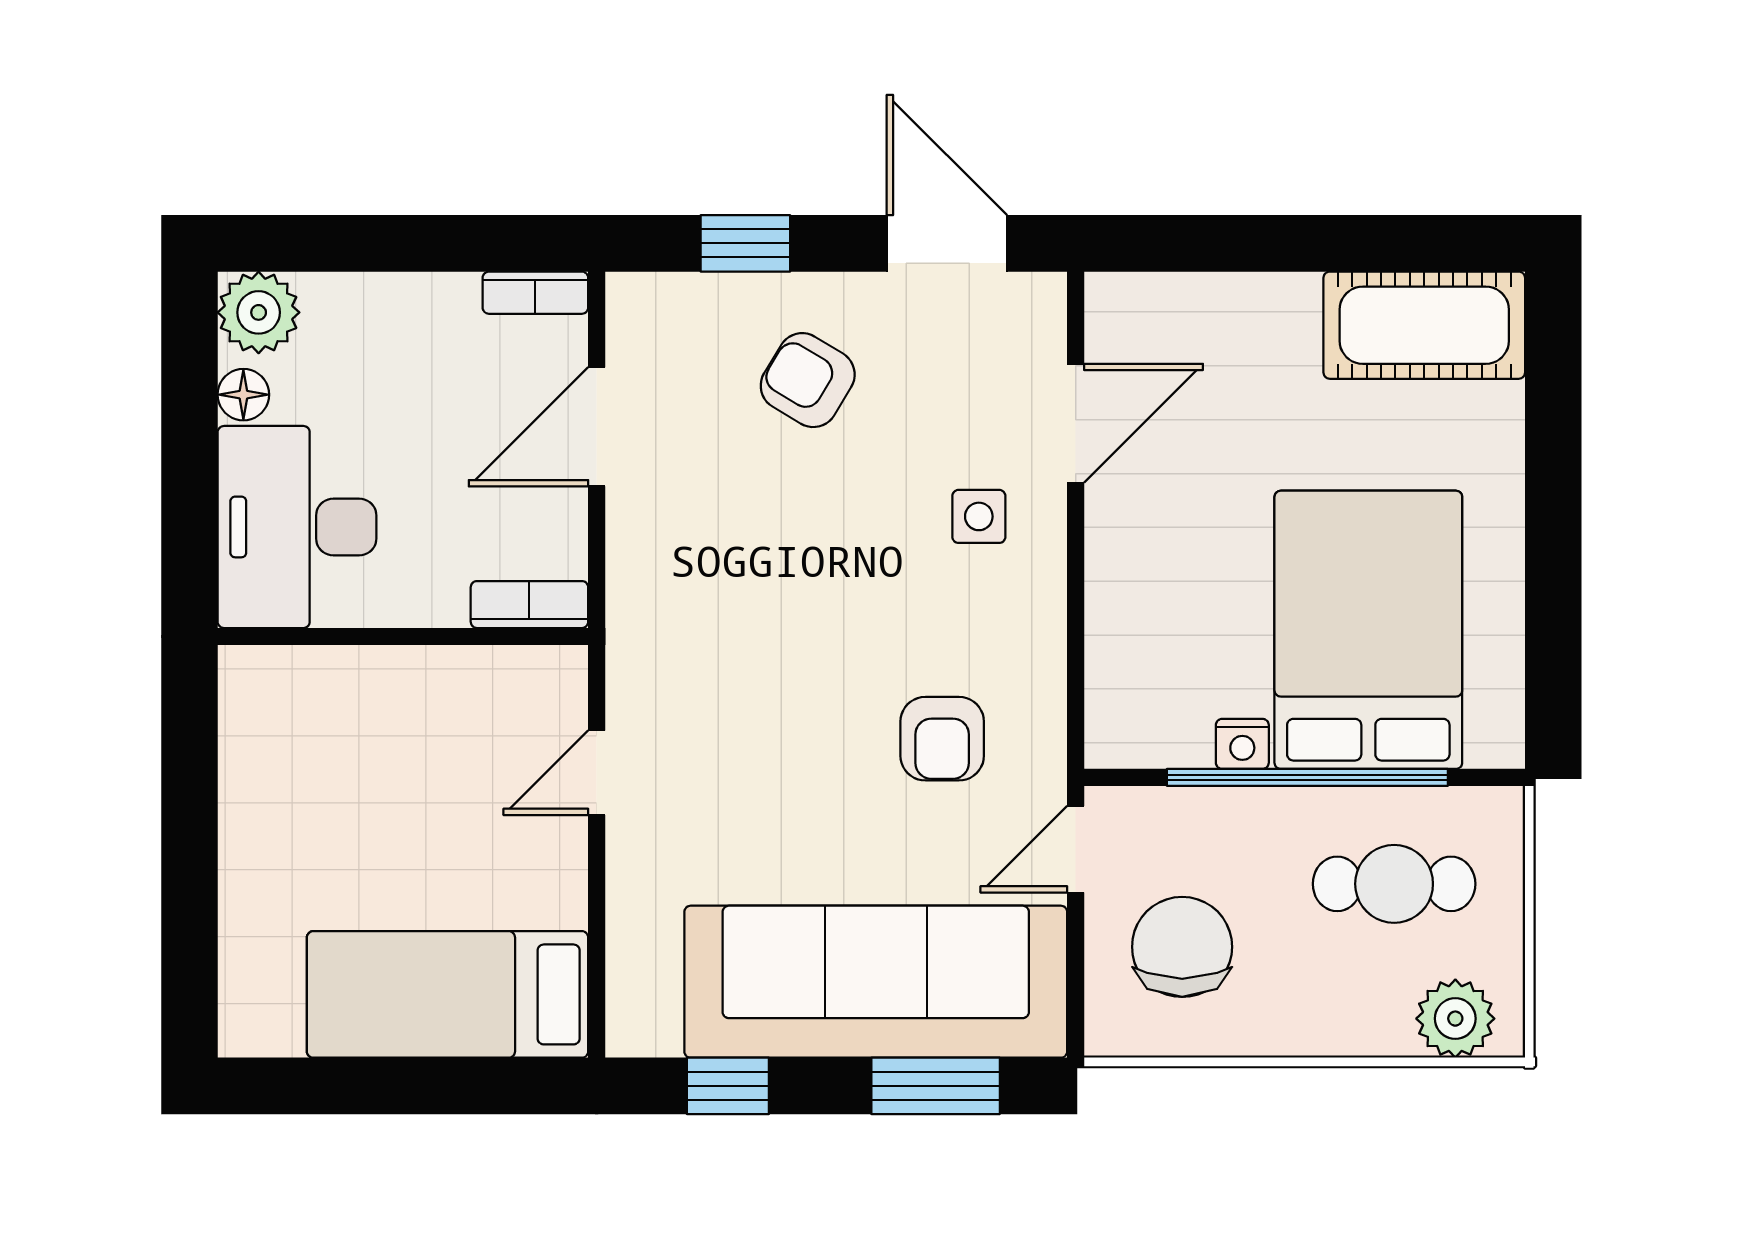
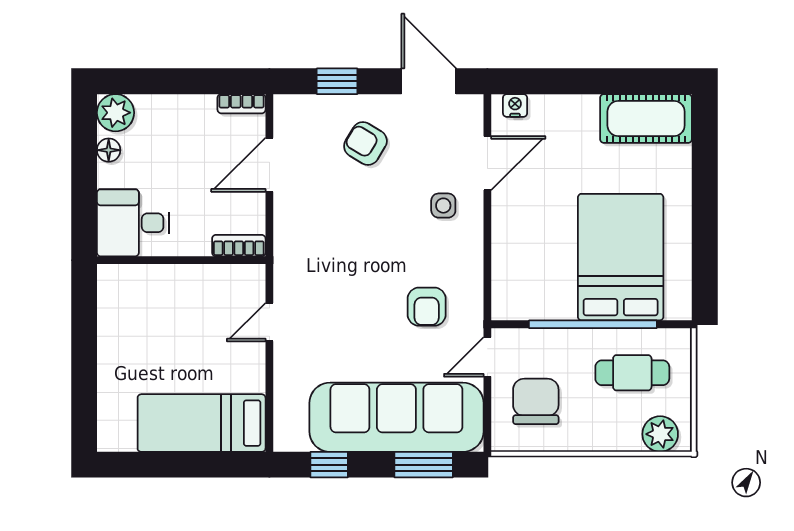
desk: (297, 527) -> (133, 223), width x0.73
nightstand: (1242, 744) -> (515, 105), moved, turned 180

